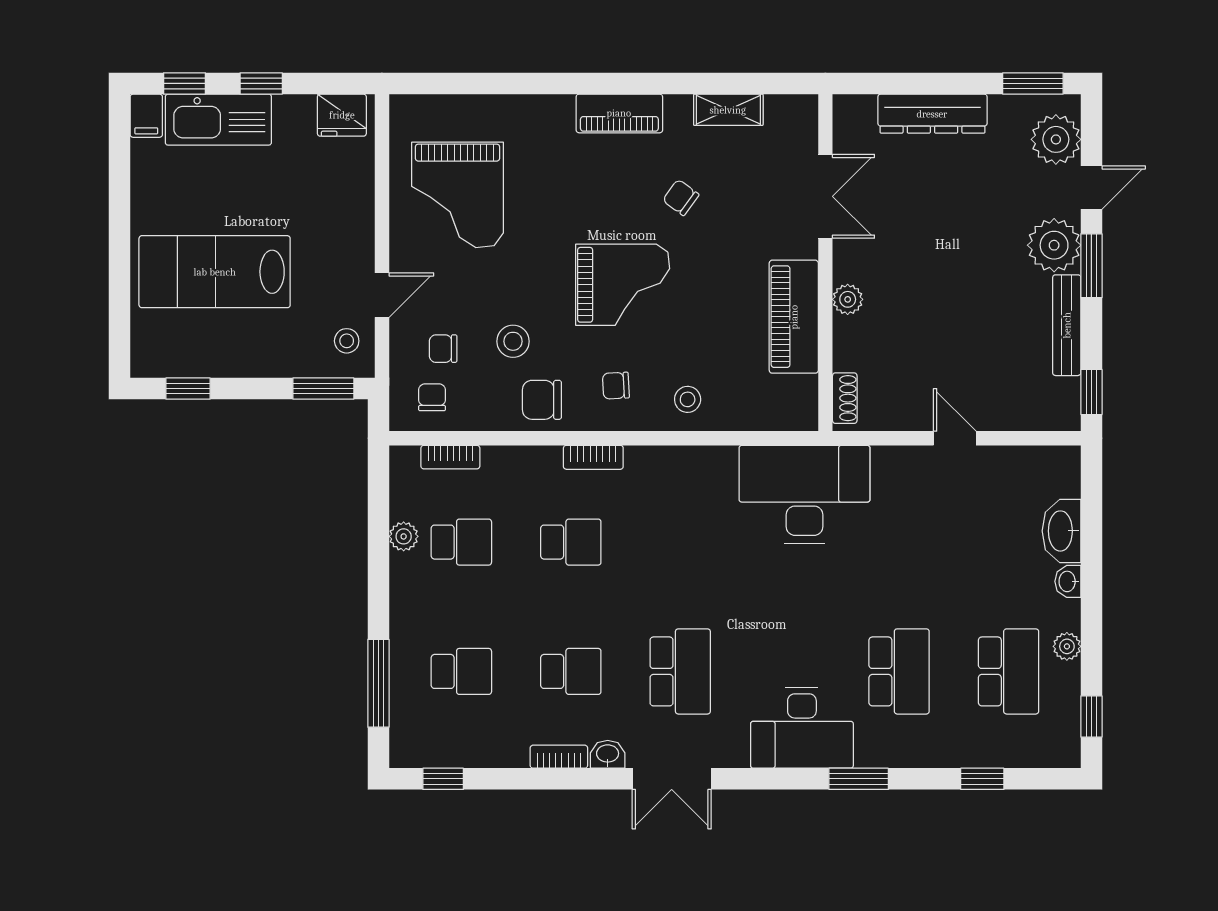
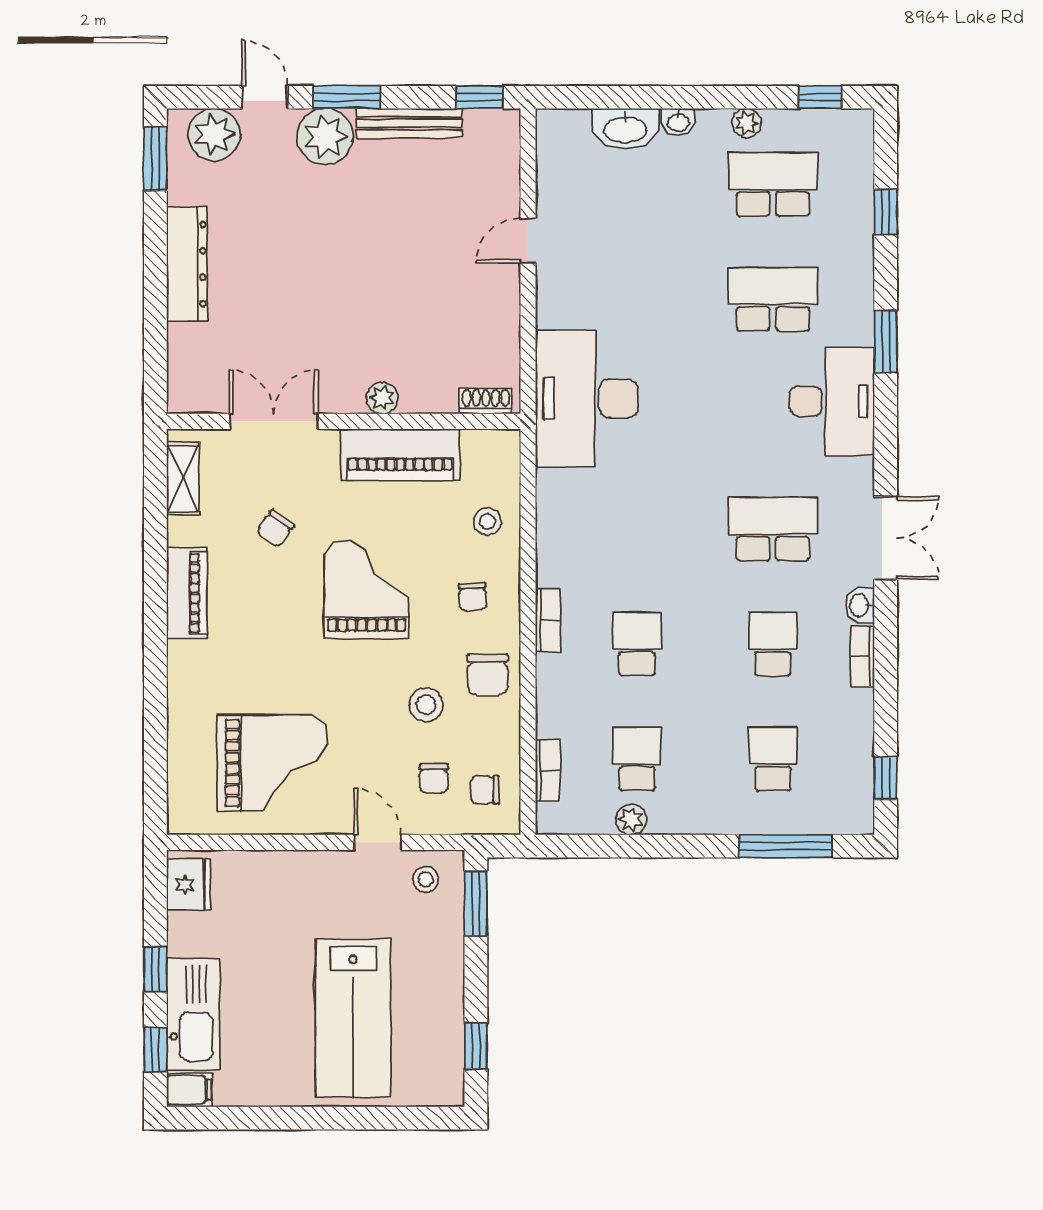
double door: (825, 196) -> (274, 421), moved
wall: (825, 263) -> (344, 421), moved
plant: (848, 299) -> (382, 398), moved
piano: (794, 317) -> (400, 455), moved
shoe rack: (845, 398) -> (486, 401), moved

